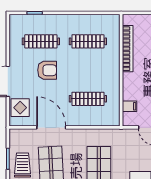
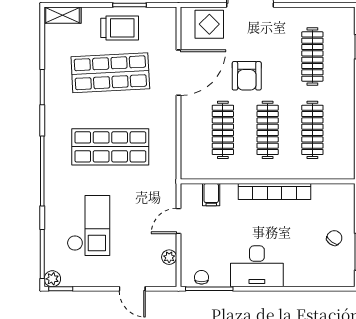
bookcase: (128, 49) -> (274, 192), moved
armchair: (47, 70) -> (247, 76), moved
clothes rail: (88, 70) -> (268, 130), added

